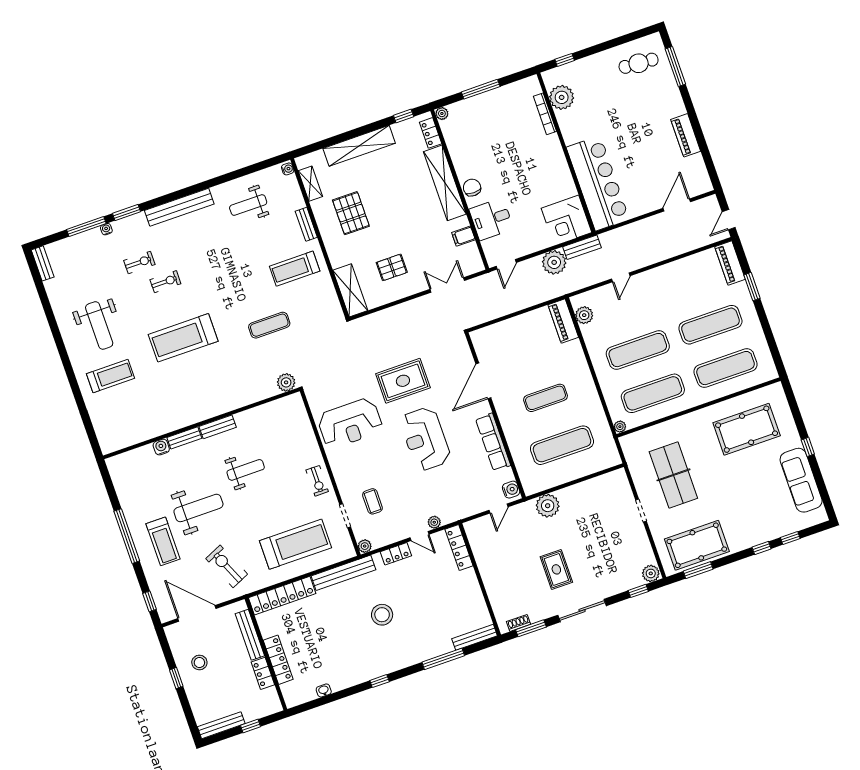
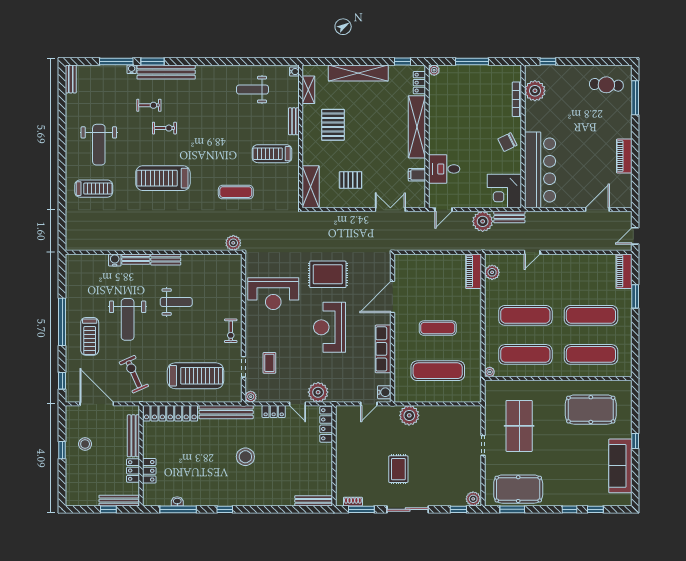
chair: (472, 188) -> (507, 142), moved, turned -116
bench: (179, 207) -> (166, 72), moved
weight bench: (198, 508) -> (128, 319), turned 90
plant: (434, 522) -> (318, 392), width x1.88, depth x1.88
window: (443, 659) -> (178, 509), moved
locker: (278, 660) -> (149, 471), width x0.66
bench: (221, 725) -> (119, 501), moved

